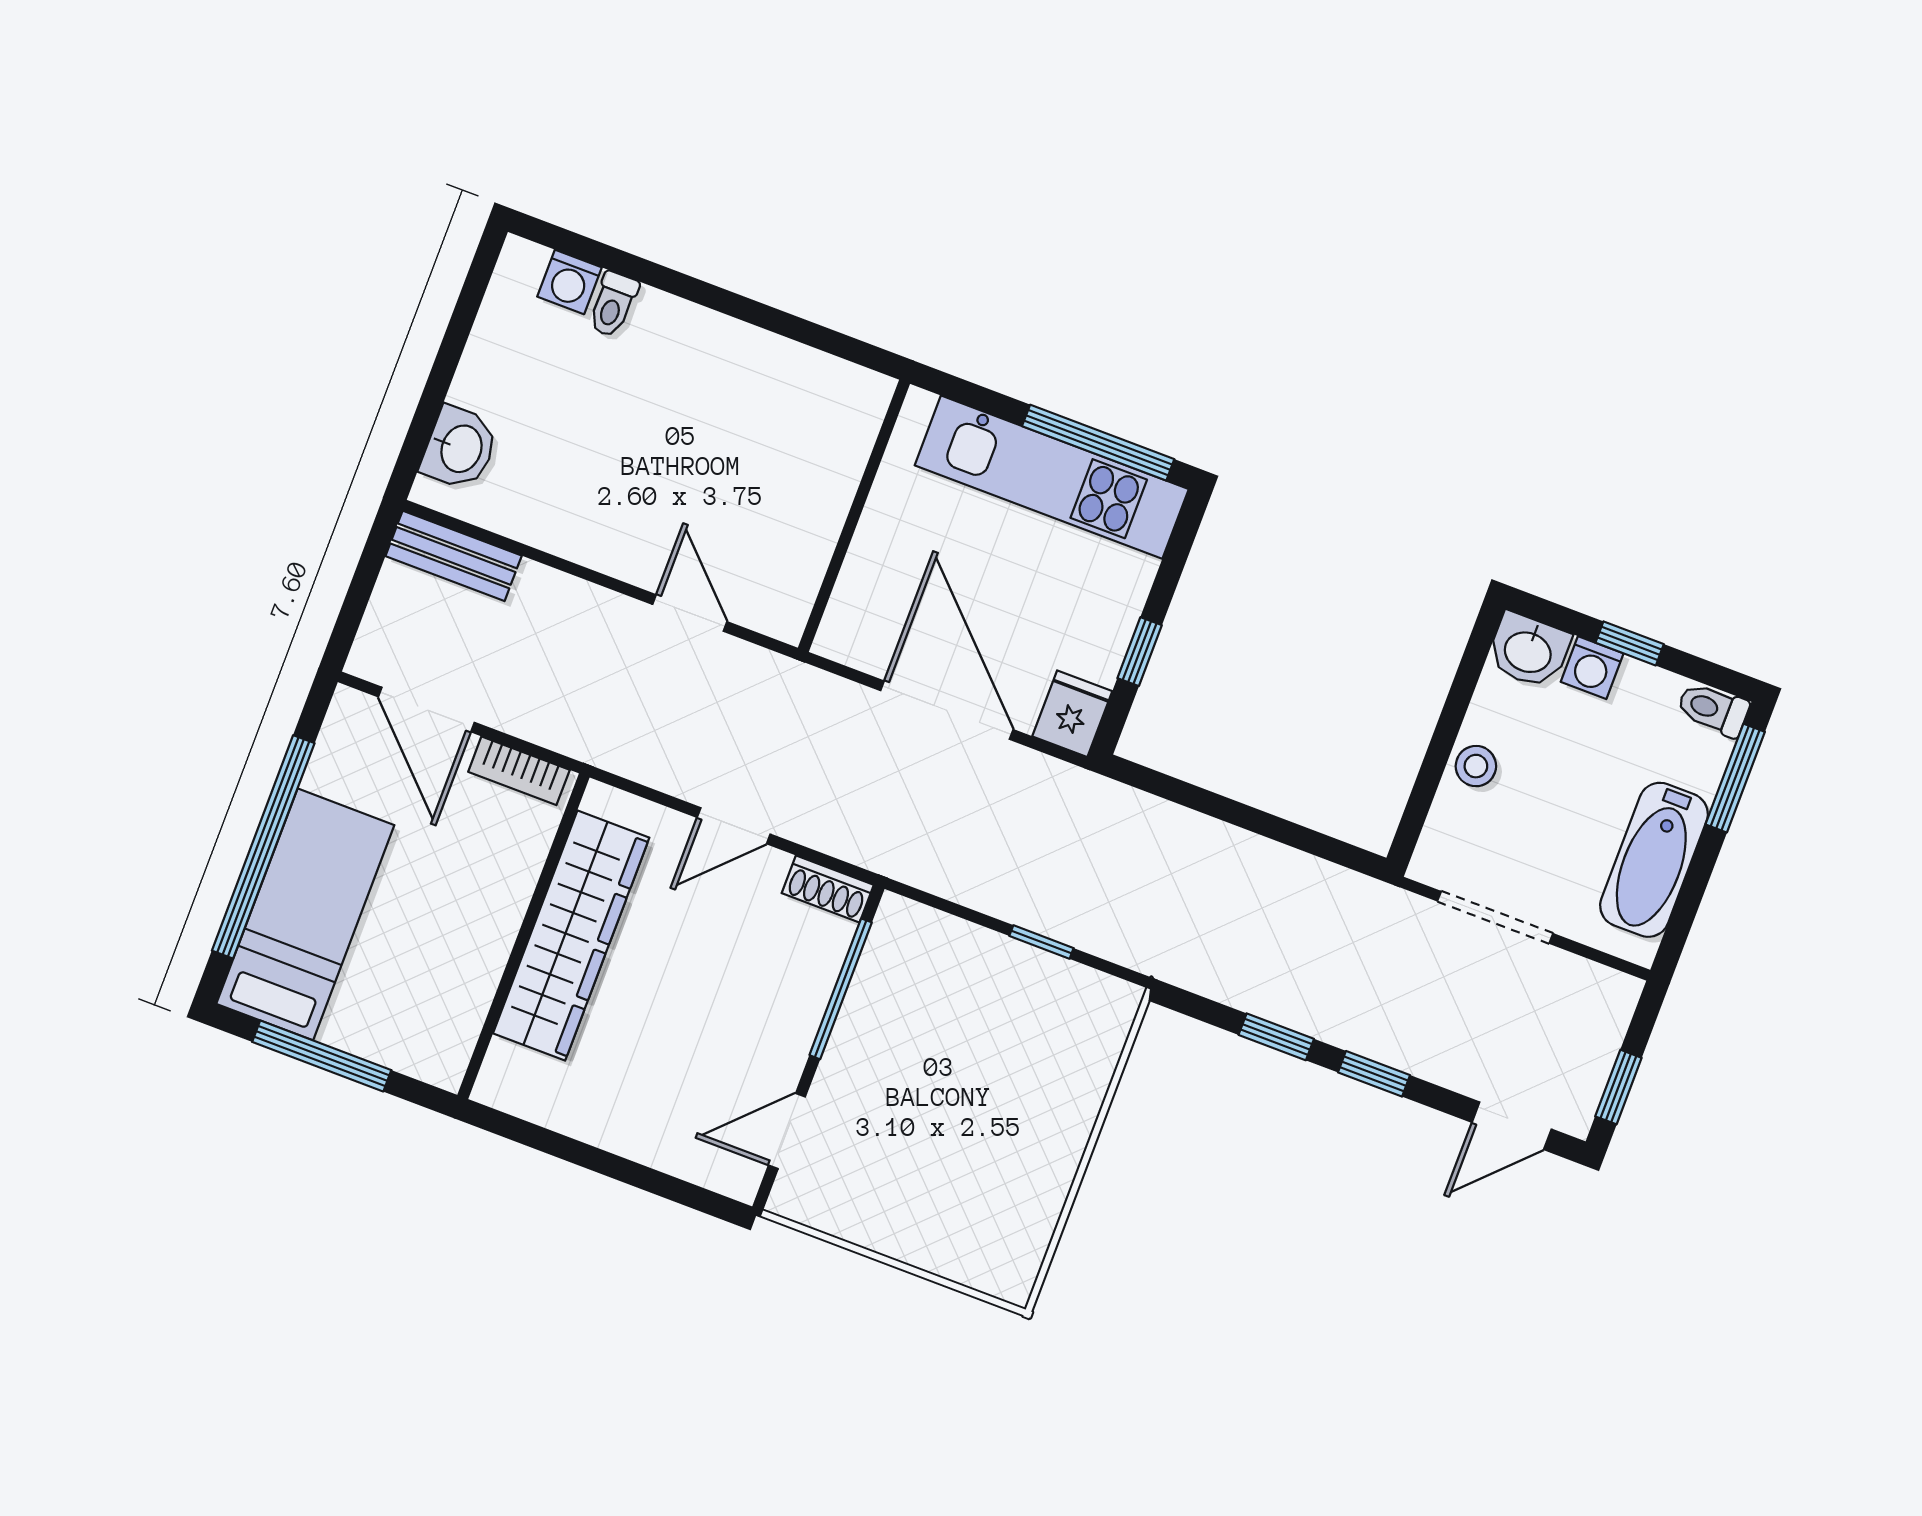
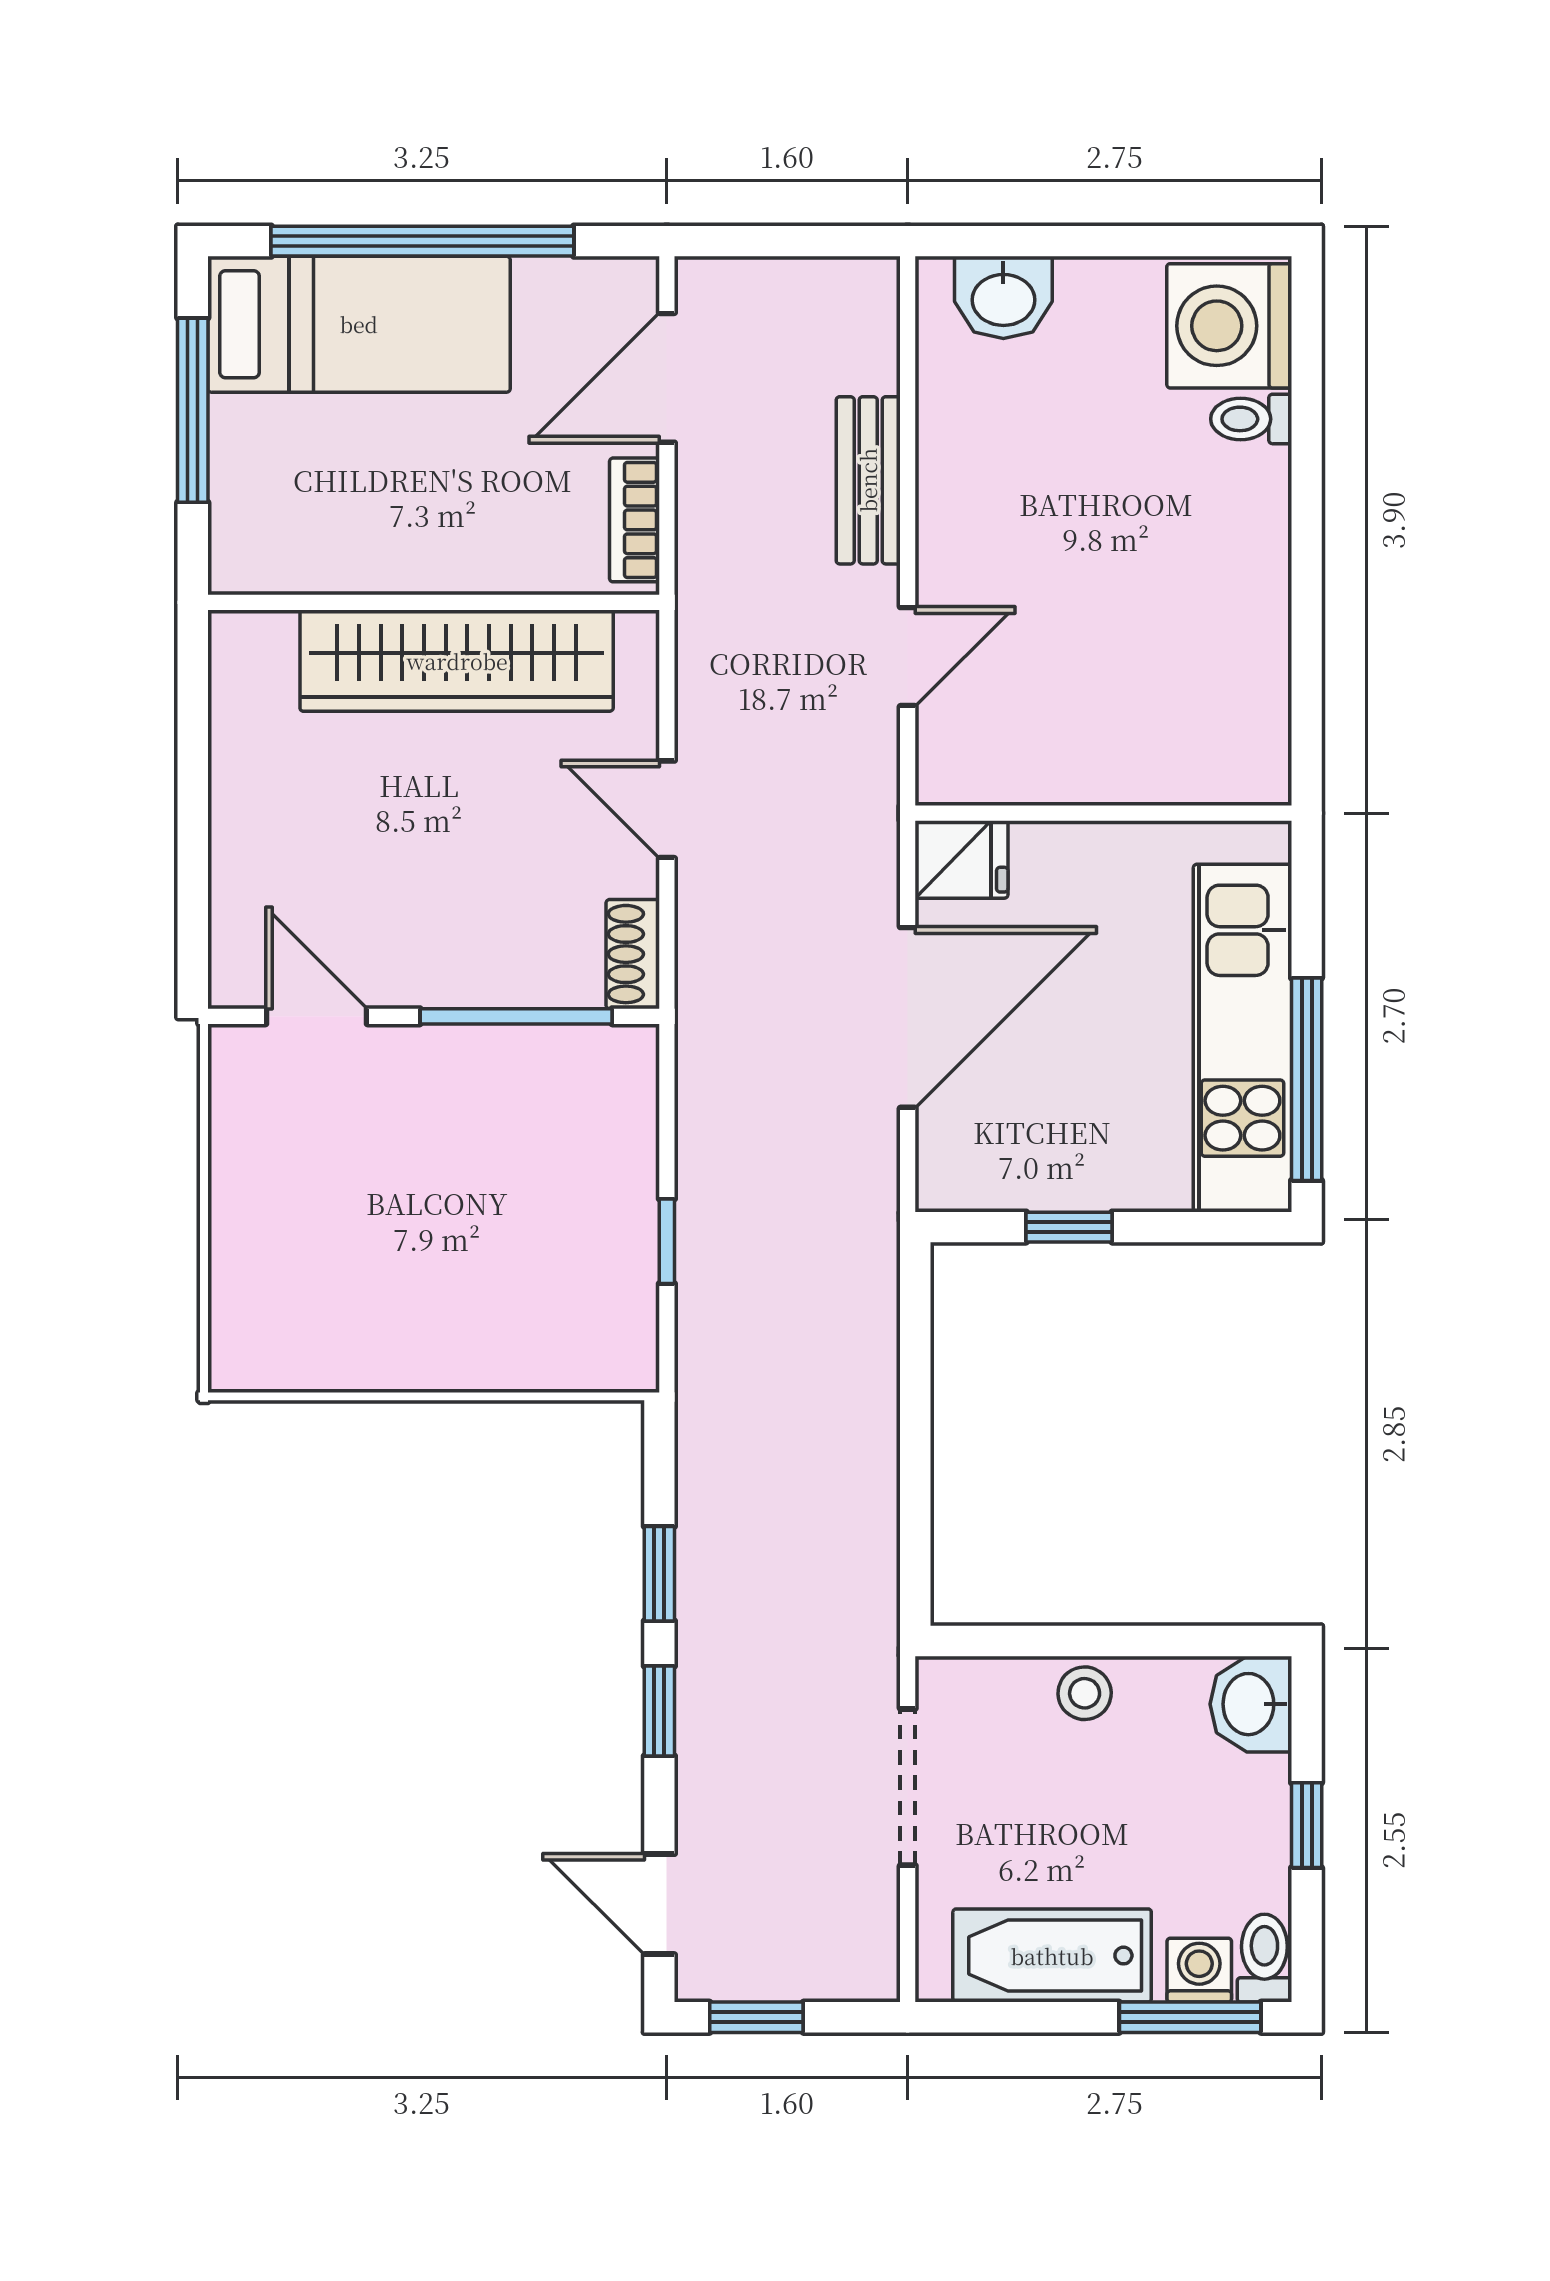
washing machine: (569, 282) -> (1229, 326), width x1.89, depth x1.89
bench: (454, 556) -> (868, 480), moved
washing machine: (1592, 668) -> (1199, 1970), moved, turned 90
fridge: (1072, 714) -> (961, 859), moved

